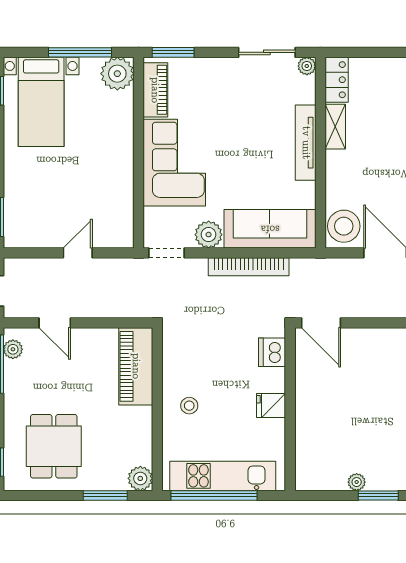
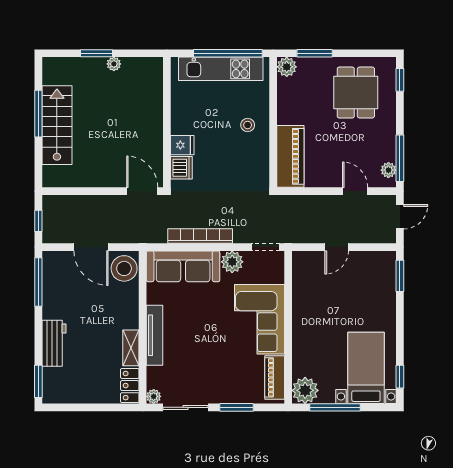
window: (173, 52) -> (236, 407), moved
fridge: (271, 406) -> (182, 145), moved

